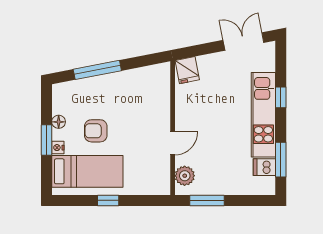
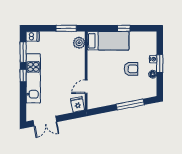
window: (281, 97) -> (23, 76), moved
door: (173, 143) -> (86, 87), moved
dishwasher: (264, 167) -> (33, 36), moved
bed: (87, 171) -> (108, 41), moved, turned 180

